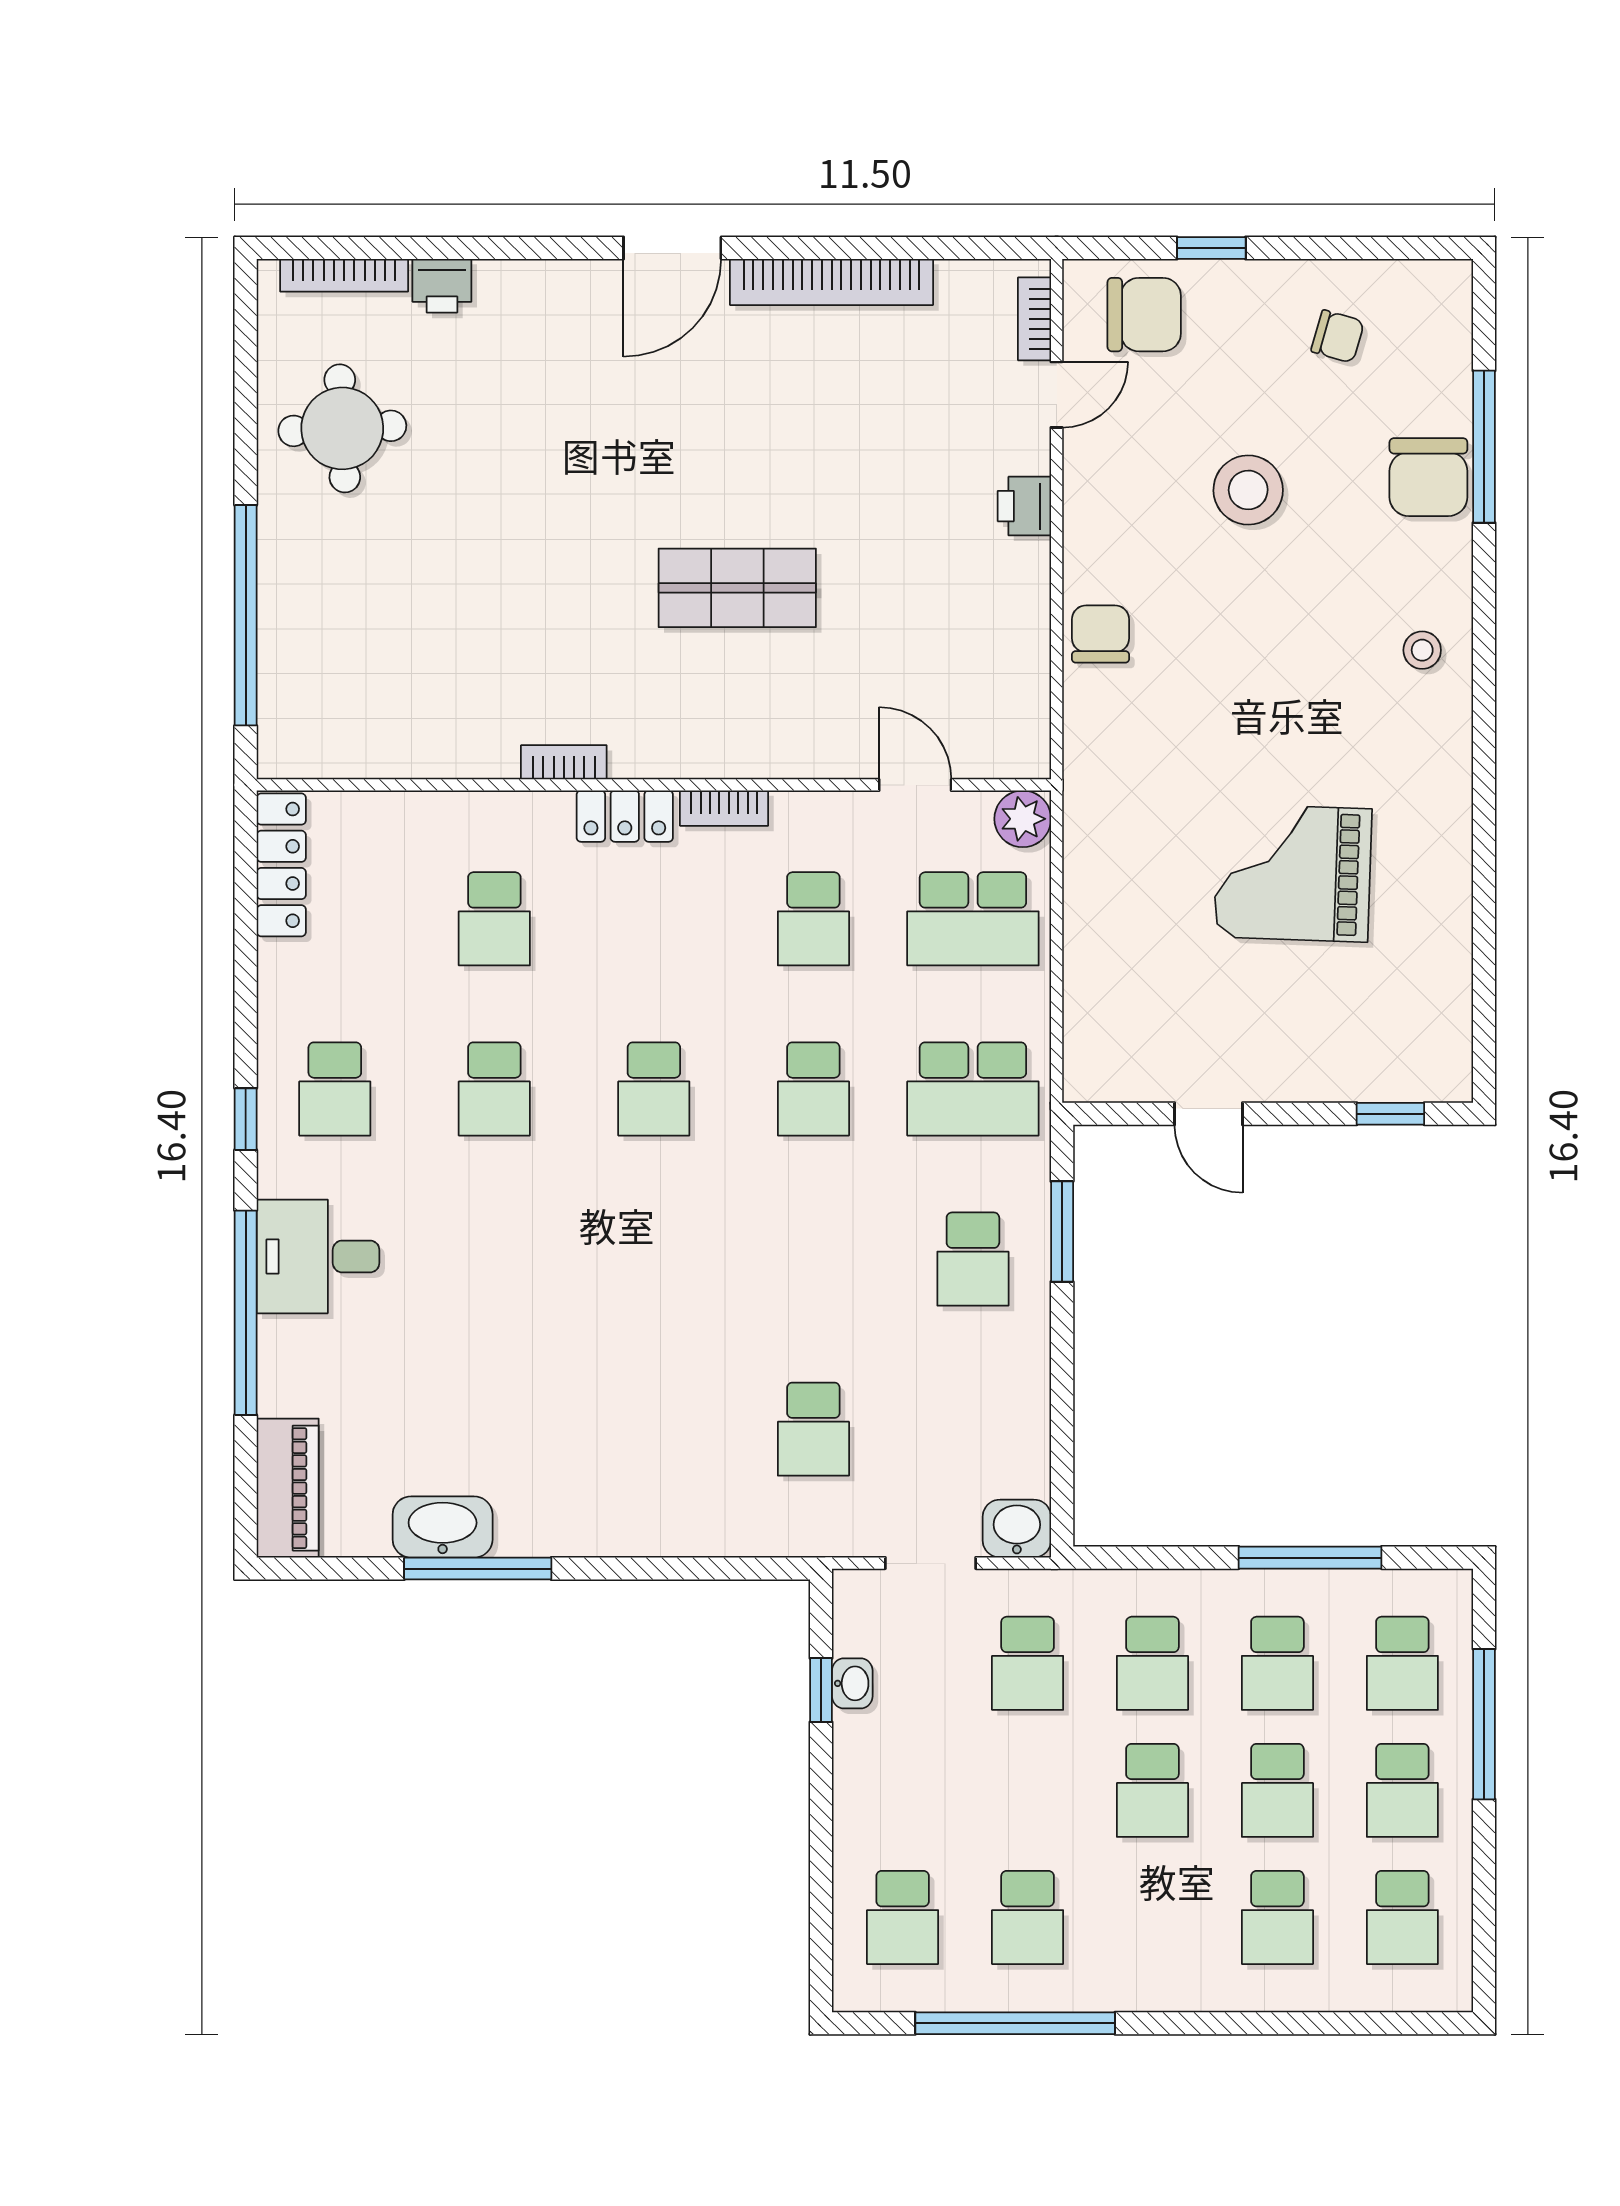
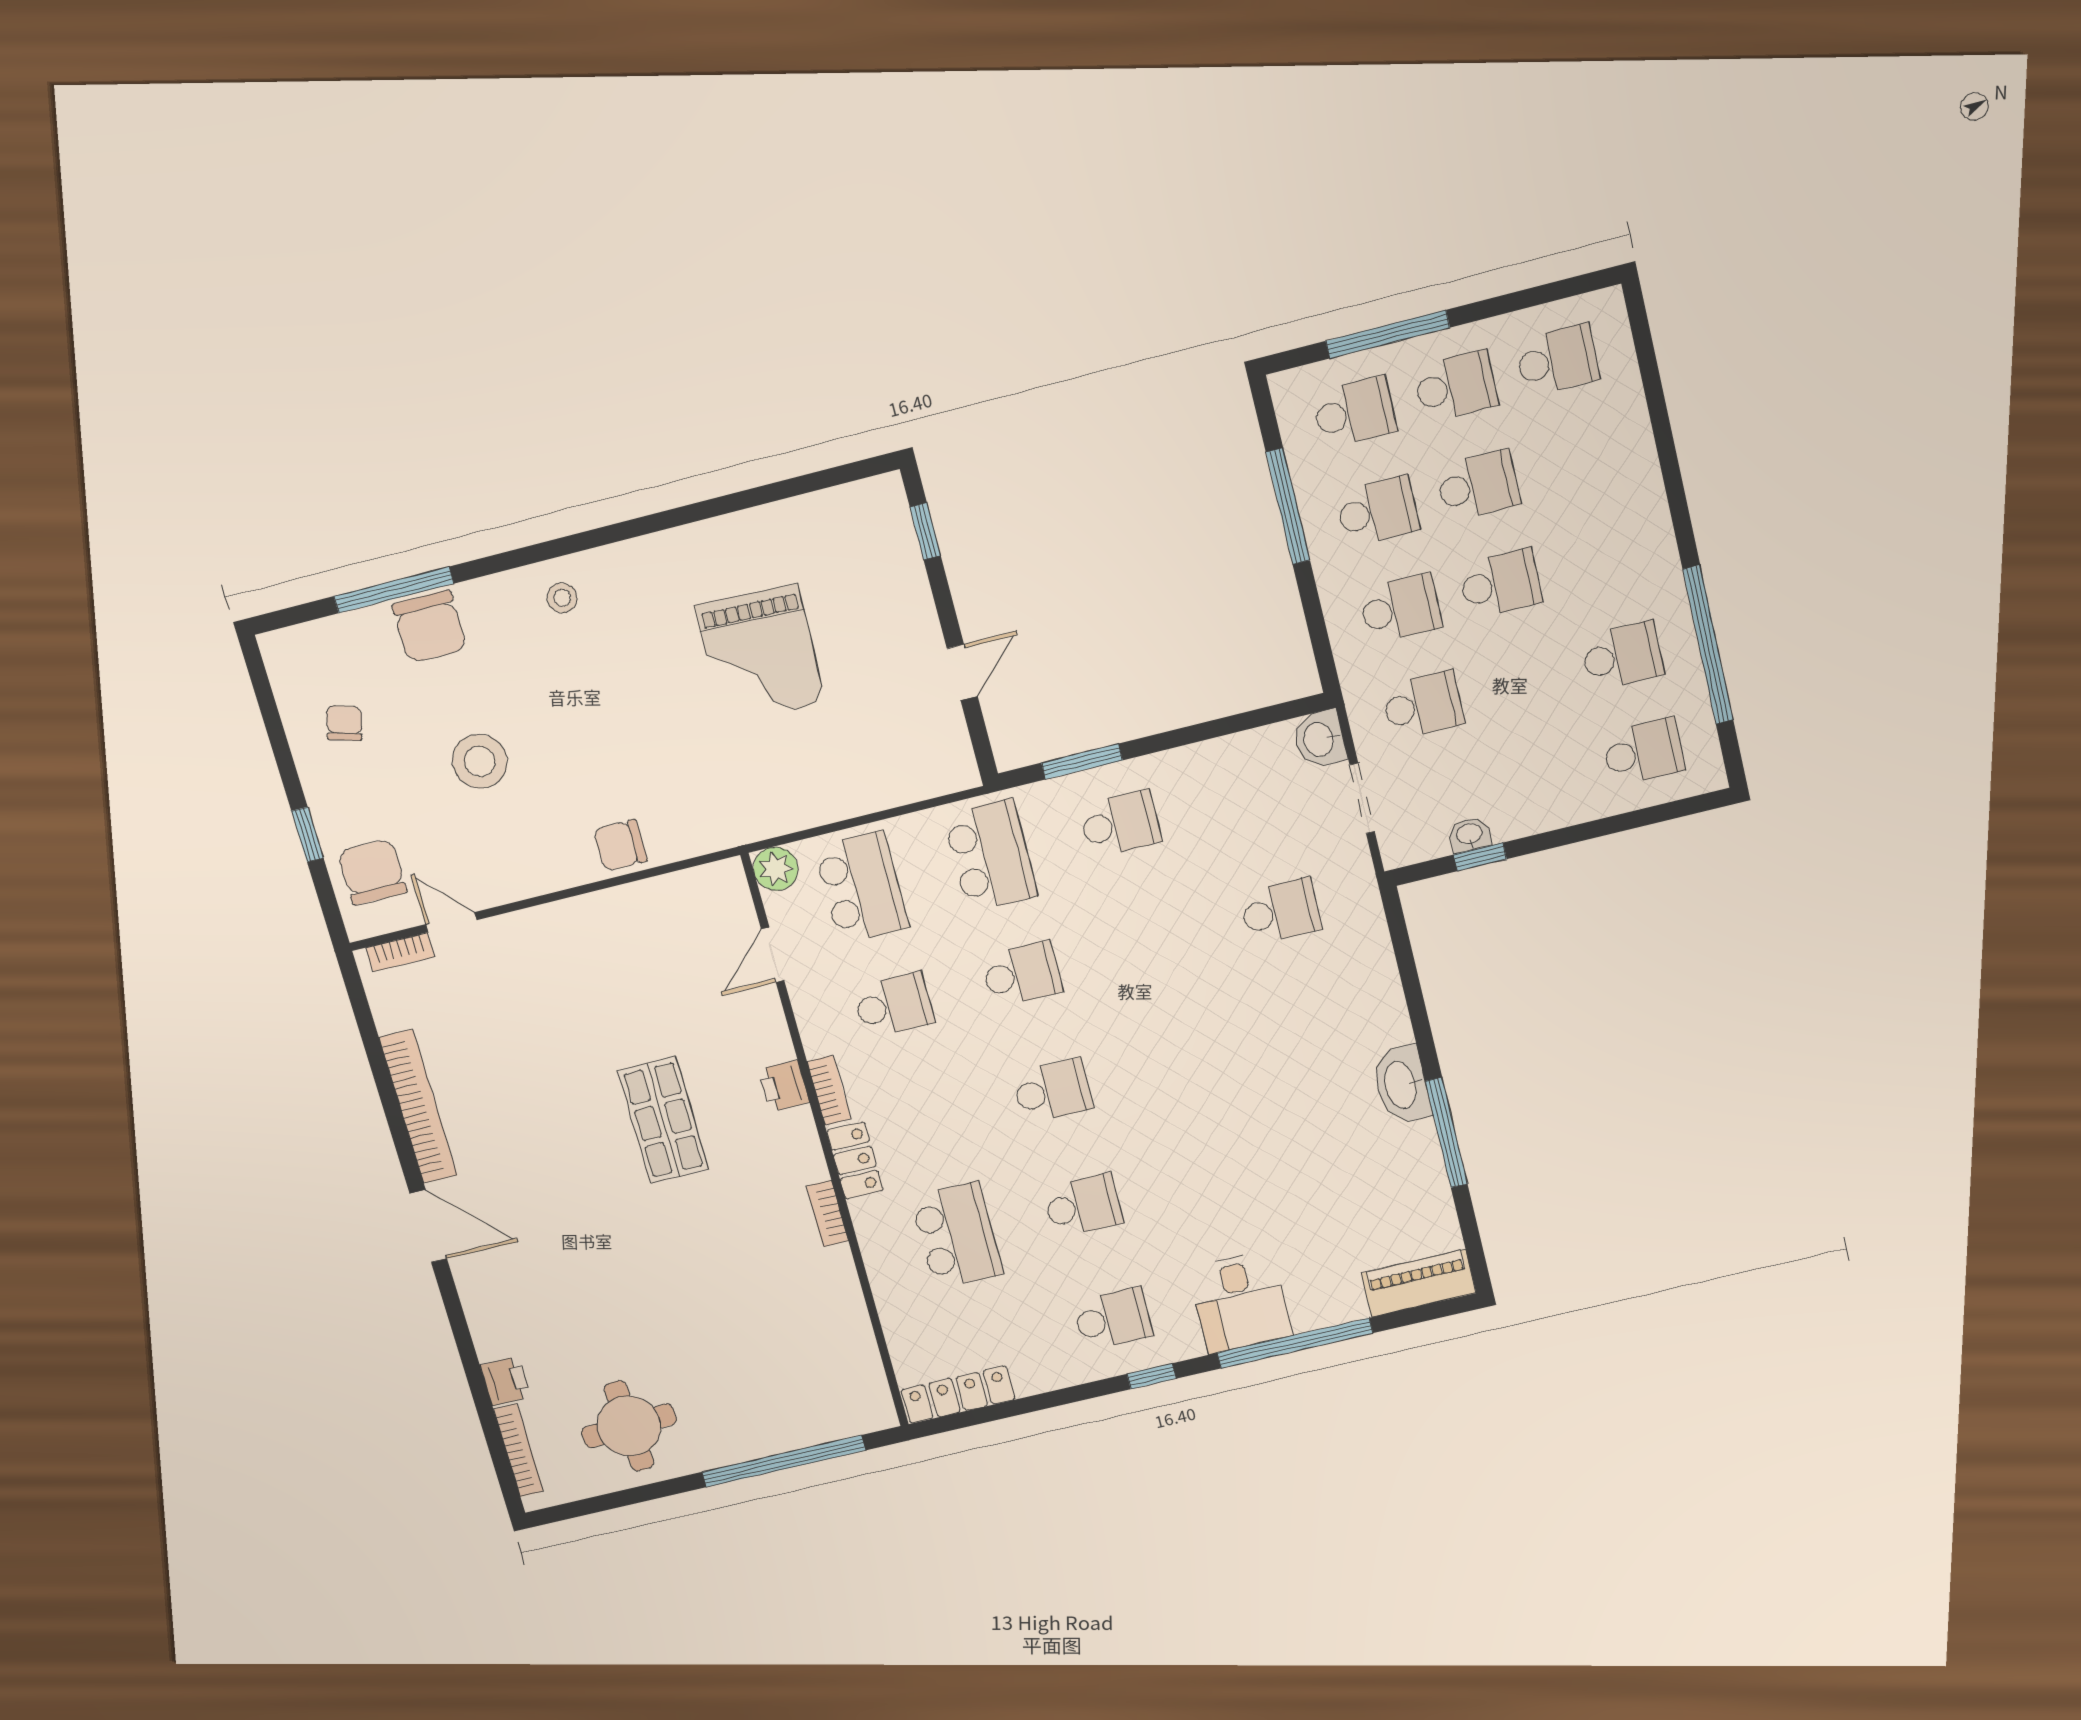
chair: (1428, 477) -> (429, 627), turned 90
printer: (1024, 506) -> (784, 1086), moved, turned 90
school desk: (494, 919) -> (957, 1235), width x1.85
washbasin: (443, 1527) -> (1402, 1085), moved
school desk: (1277, 1918) -> (1579, 460), removed

